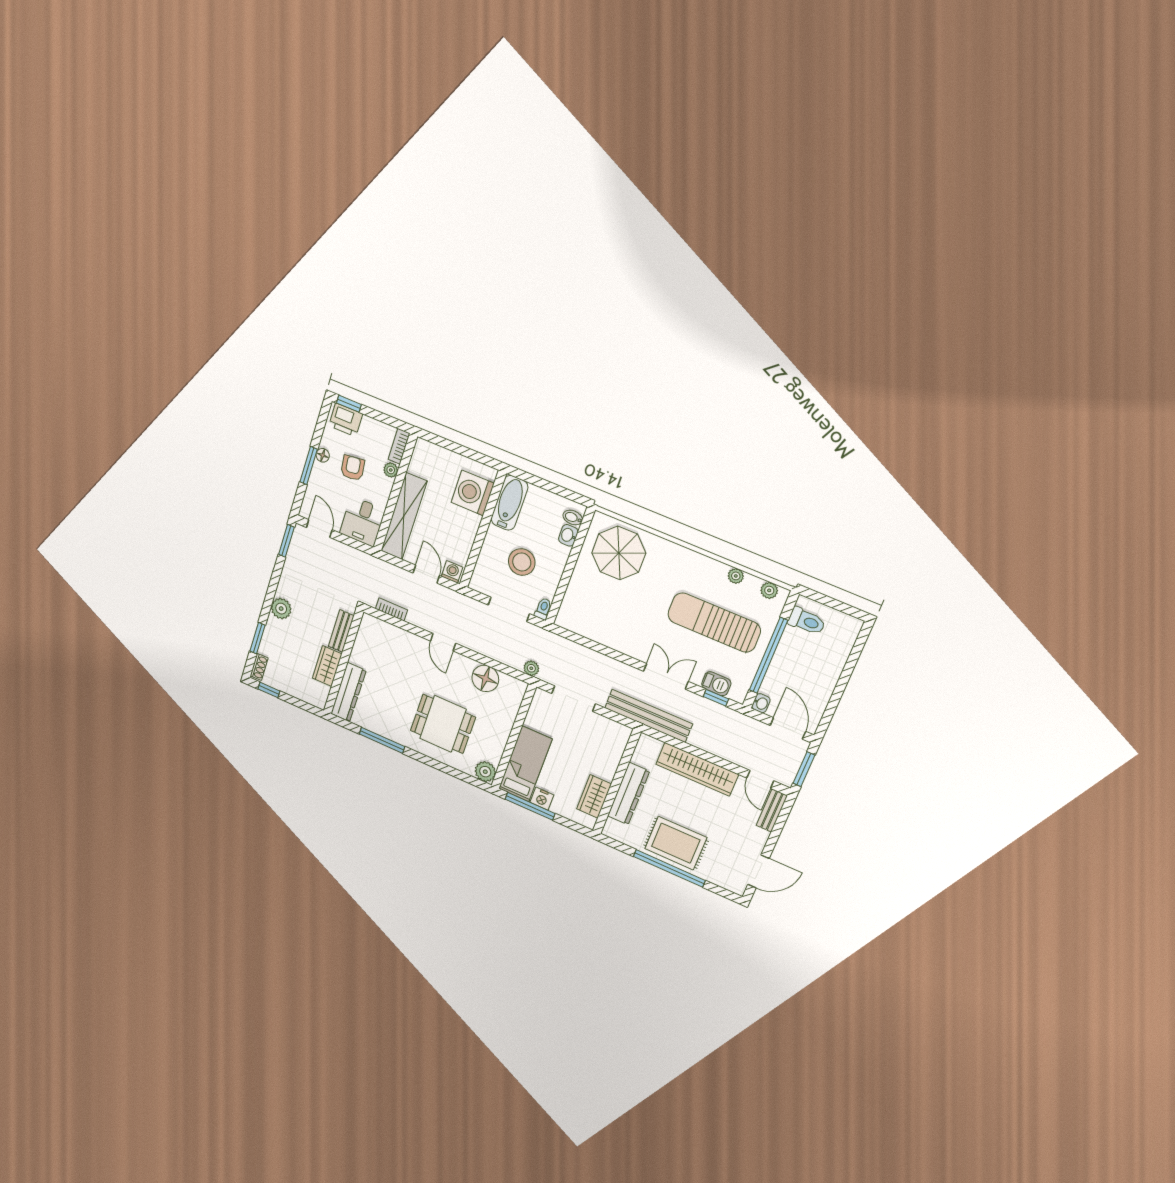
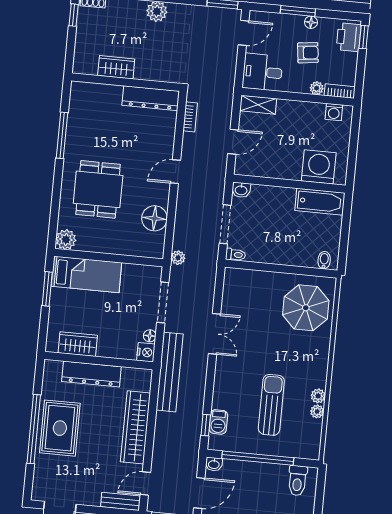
shelving: (404, 516) -> (258, 105), width x0.45, depth x0.75
washbasin: (568, 535) -> (241, 190), moved, turned 180
stool: (522, 562) -> (271, 225), removed
washing machine: (452, 572) -> (334, 112), moved, turned 90
plant: (769, 590) -> (318, 396), moved
sun lounger: (714, 623) -> (271, 405), width x0.73, depth x0.75
bench: (341, 631) -> (154, 74), removed
double door: (666, 676) -> (215, 334), moved
dresser: (348, 692) -> (151, 98), moved
floor lamp: (605, 723) -> (150, 336), added
nightstand: (542, 799) -> (146, 352), moved, turned 180
window: (530, 806) -> (47, 289), width x0.69

